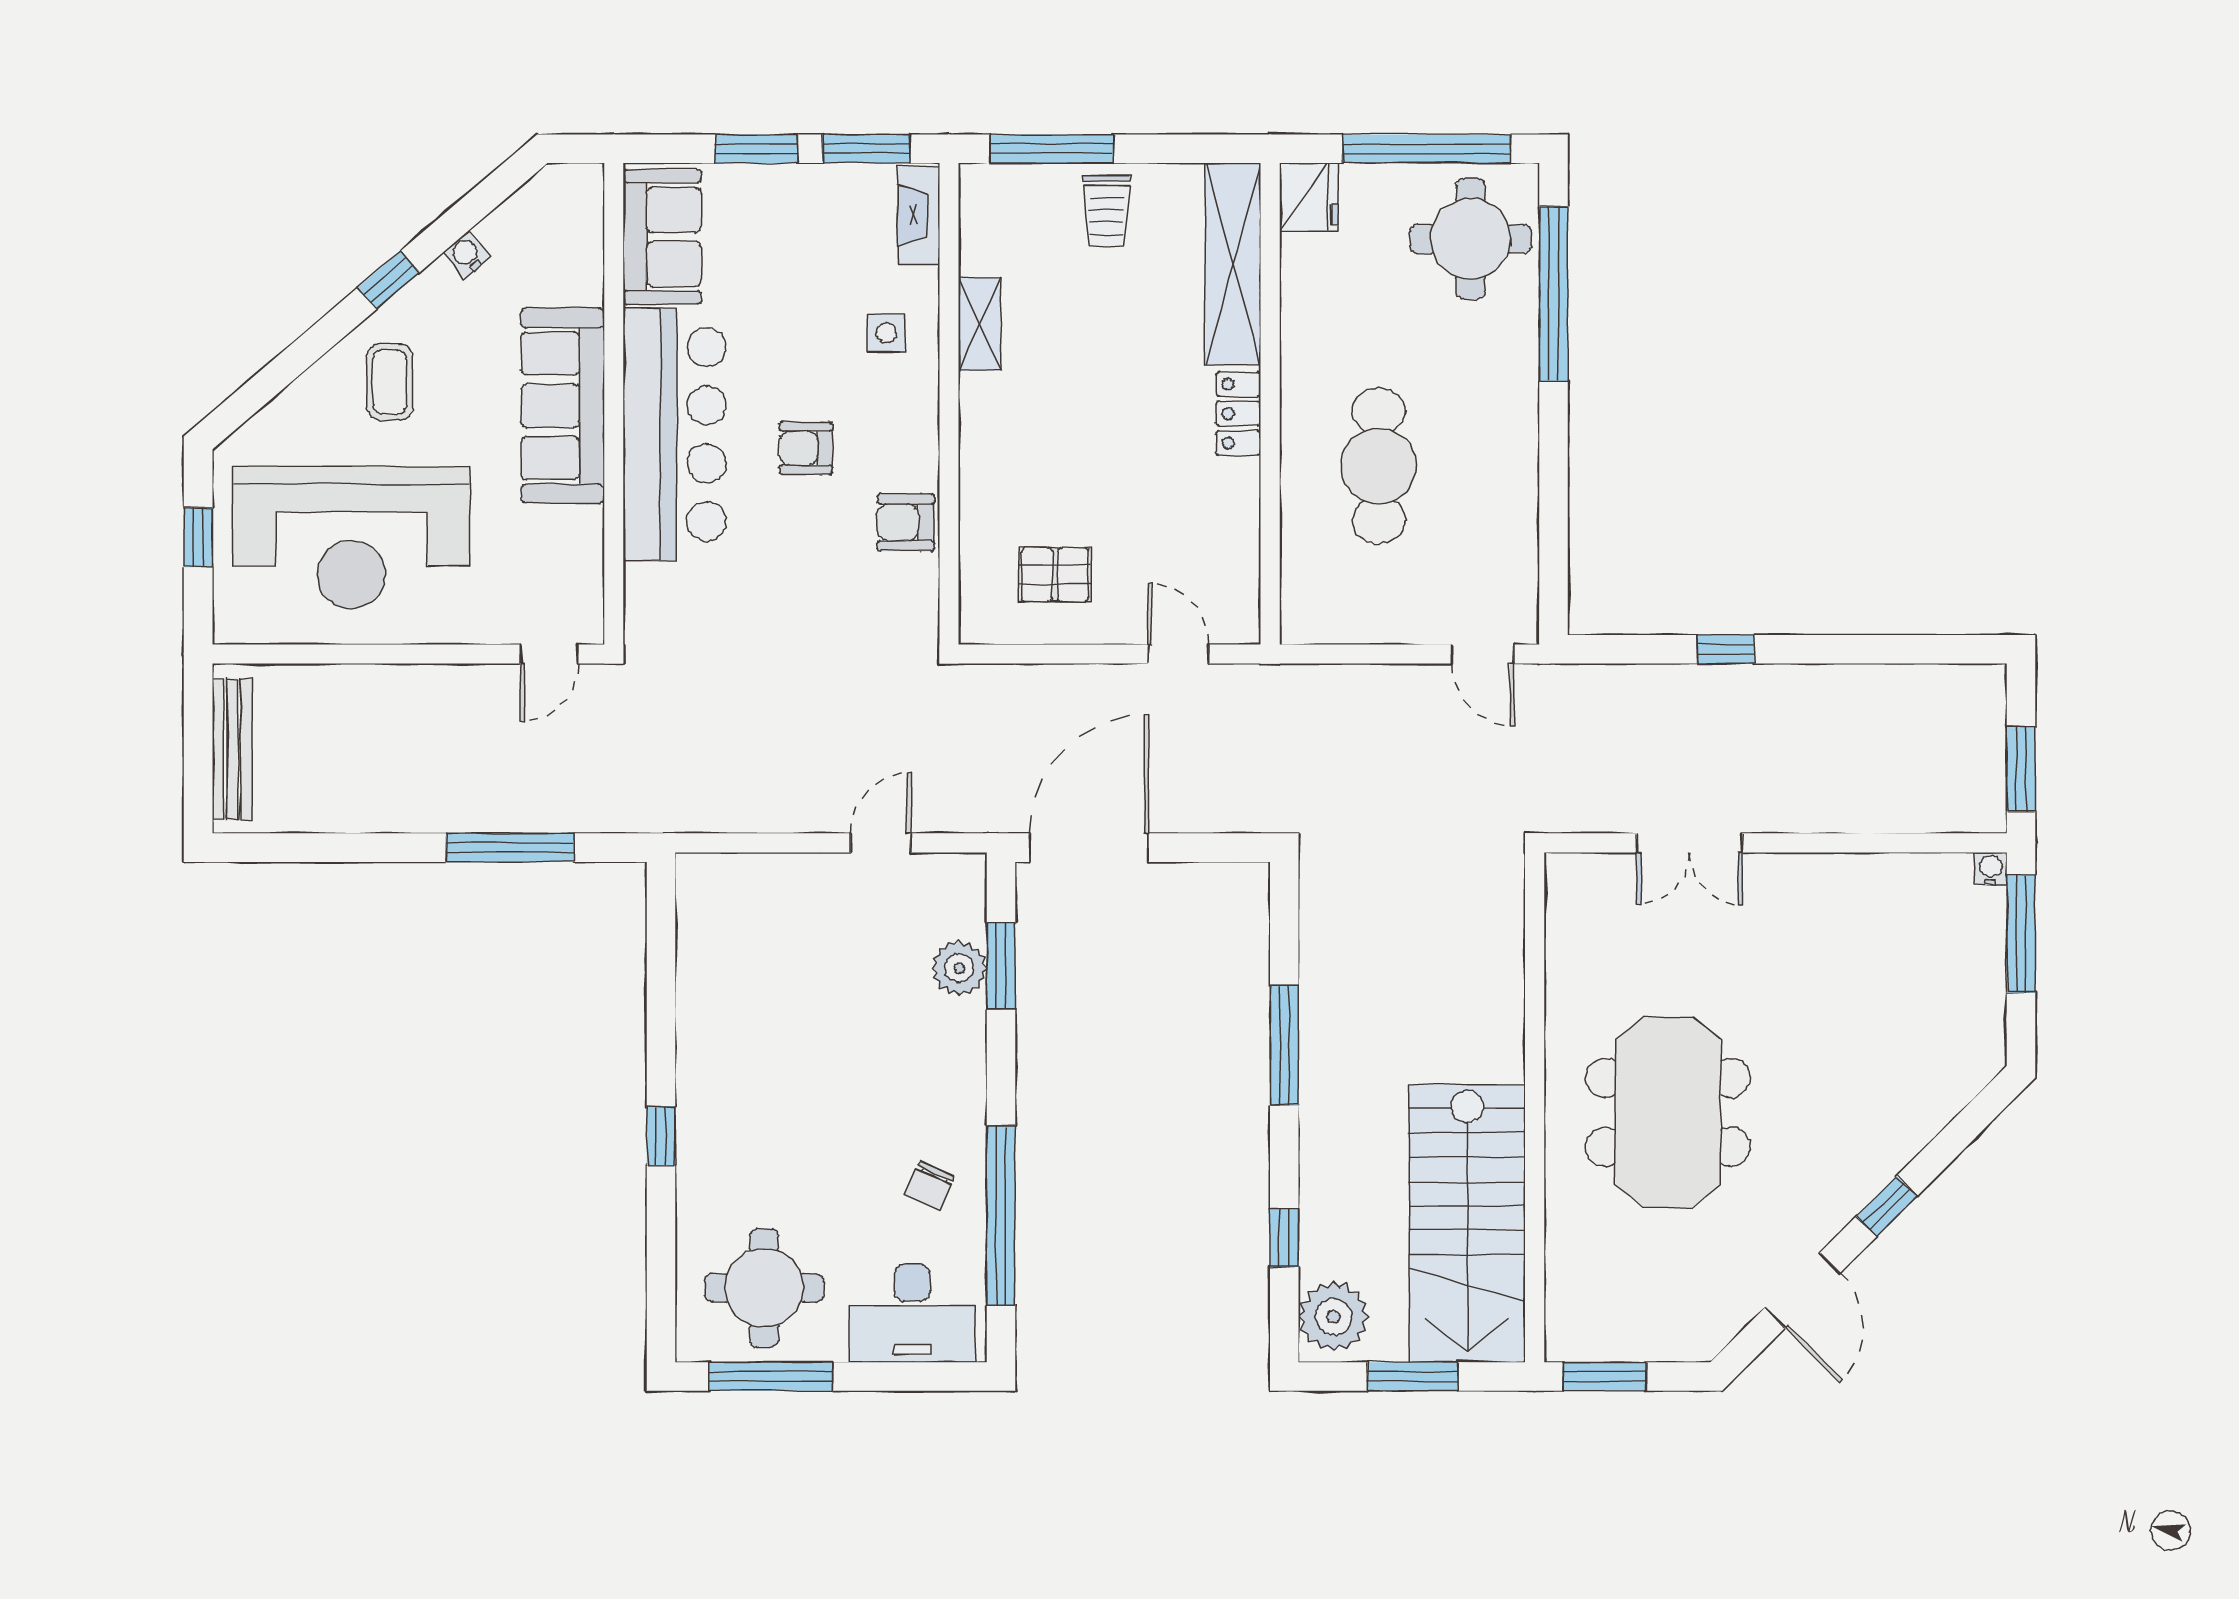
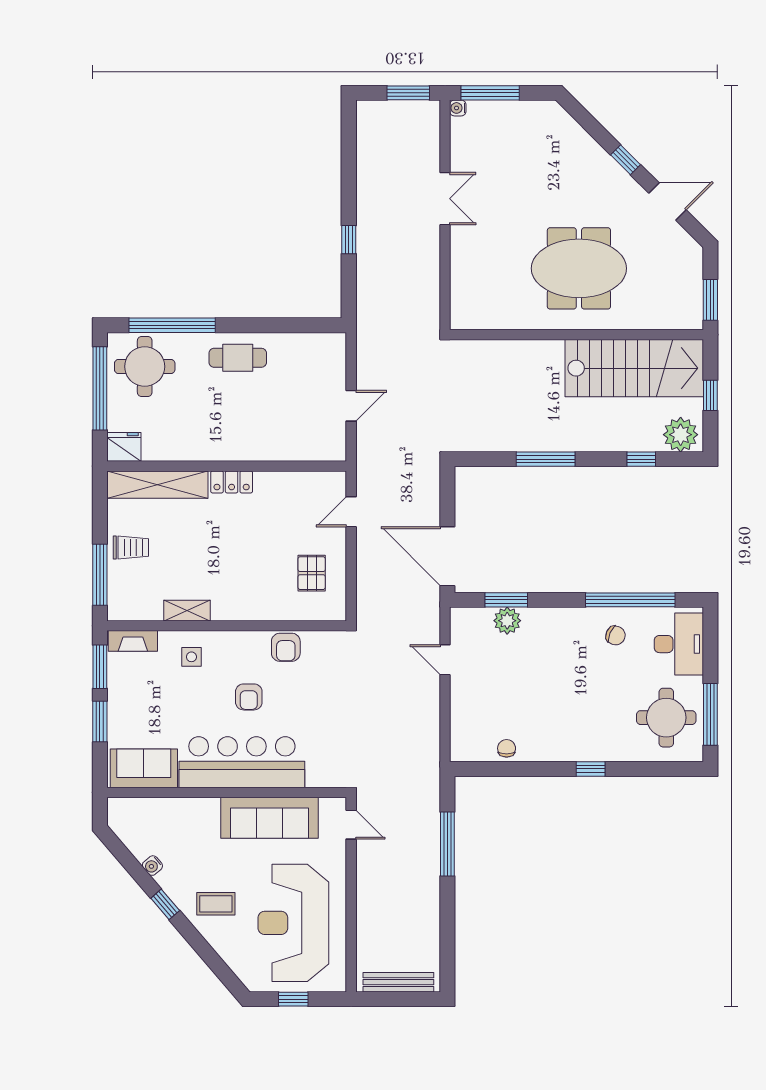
sofa: (563, 406) -> (270, 818), moved
cafe table: (1379, 466) -> (238, 358), moved, width x0.73, depth x0.74
reception desk: (351, 538) -> (293, 923), turned 180
door: (1483, 654) -> (351, 406), moved
double door: (1690, 843) -> (445, 199), moved
chair: (703, 967) -> (507, 748), added
window: (1413, 1377) -> (710, 395), width x0.67

